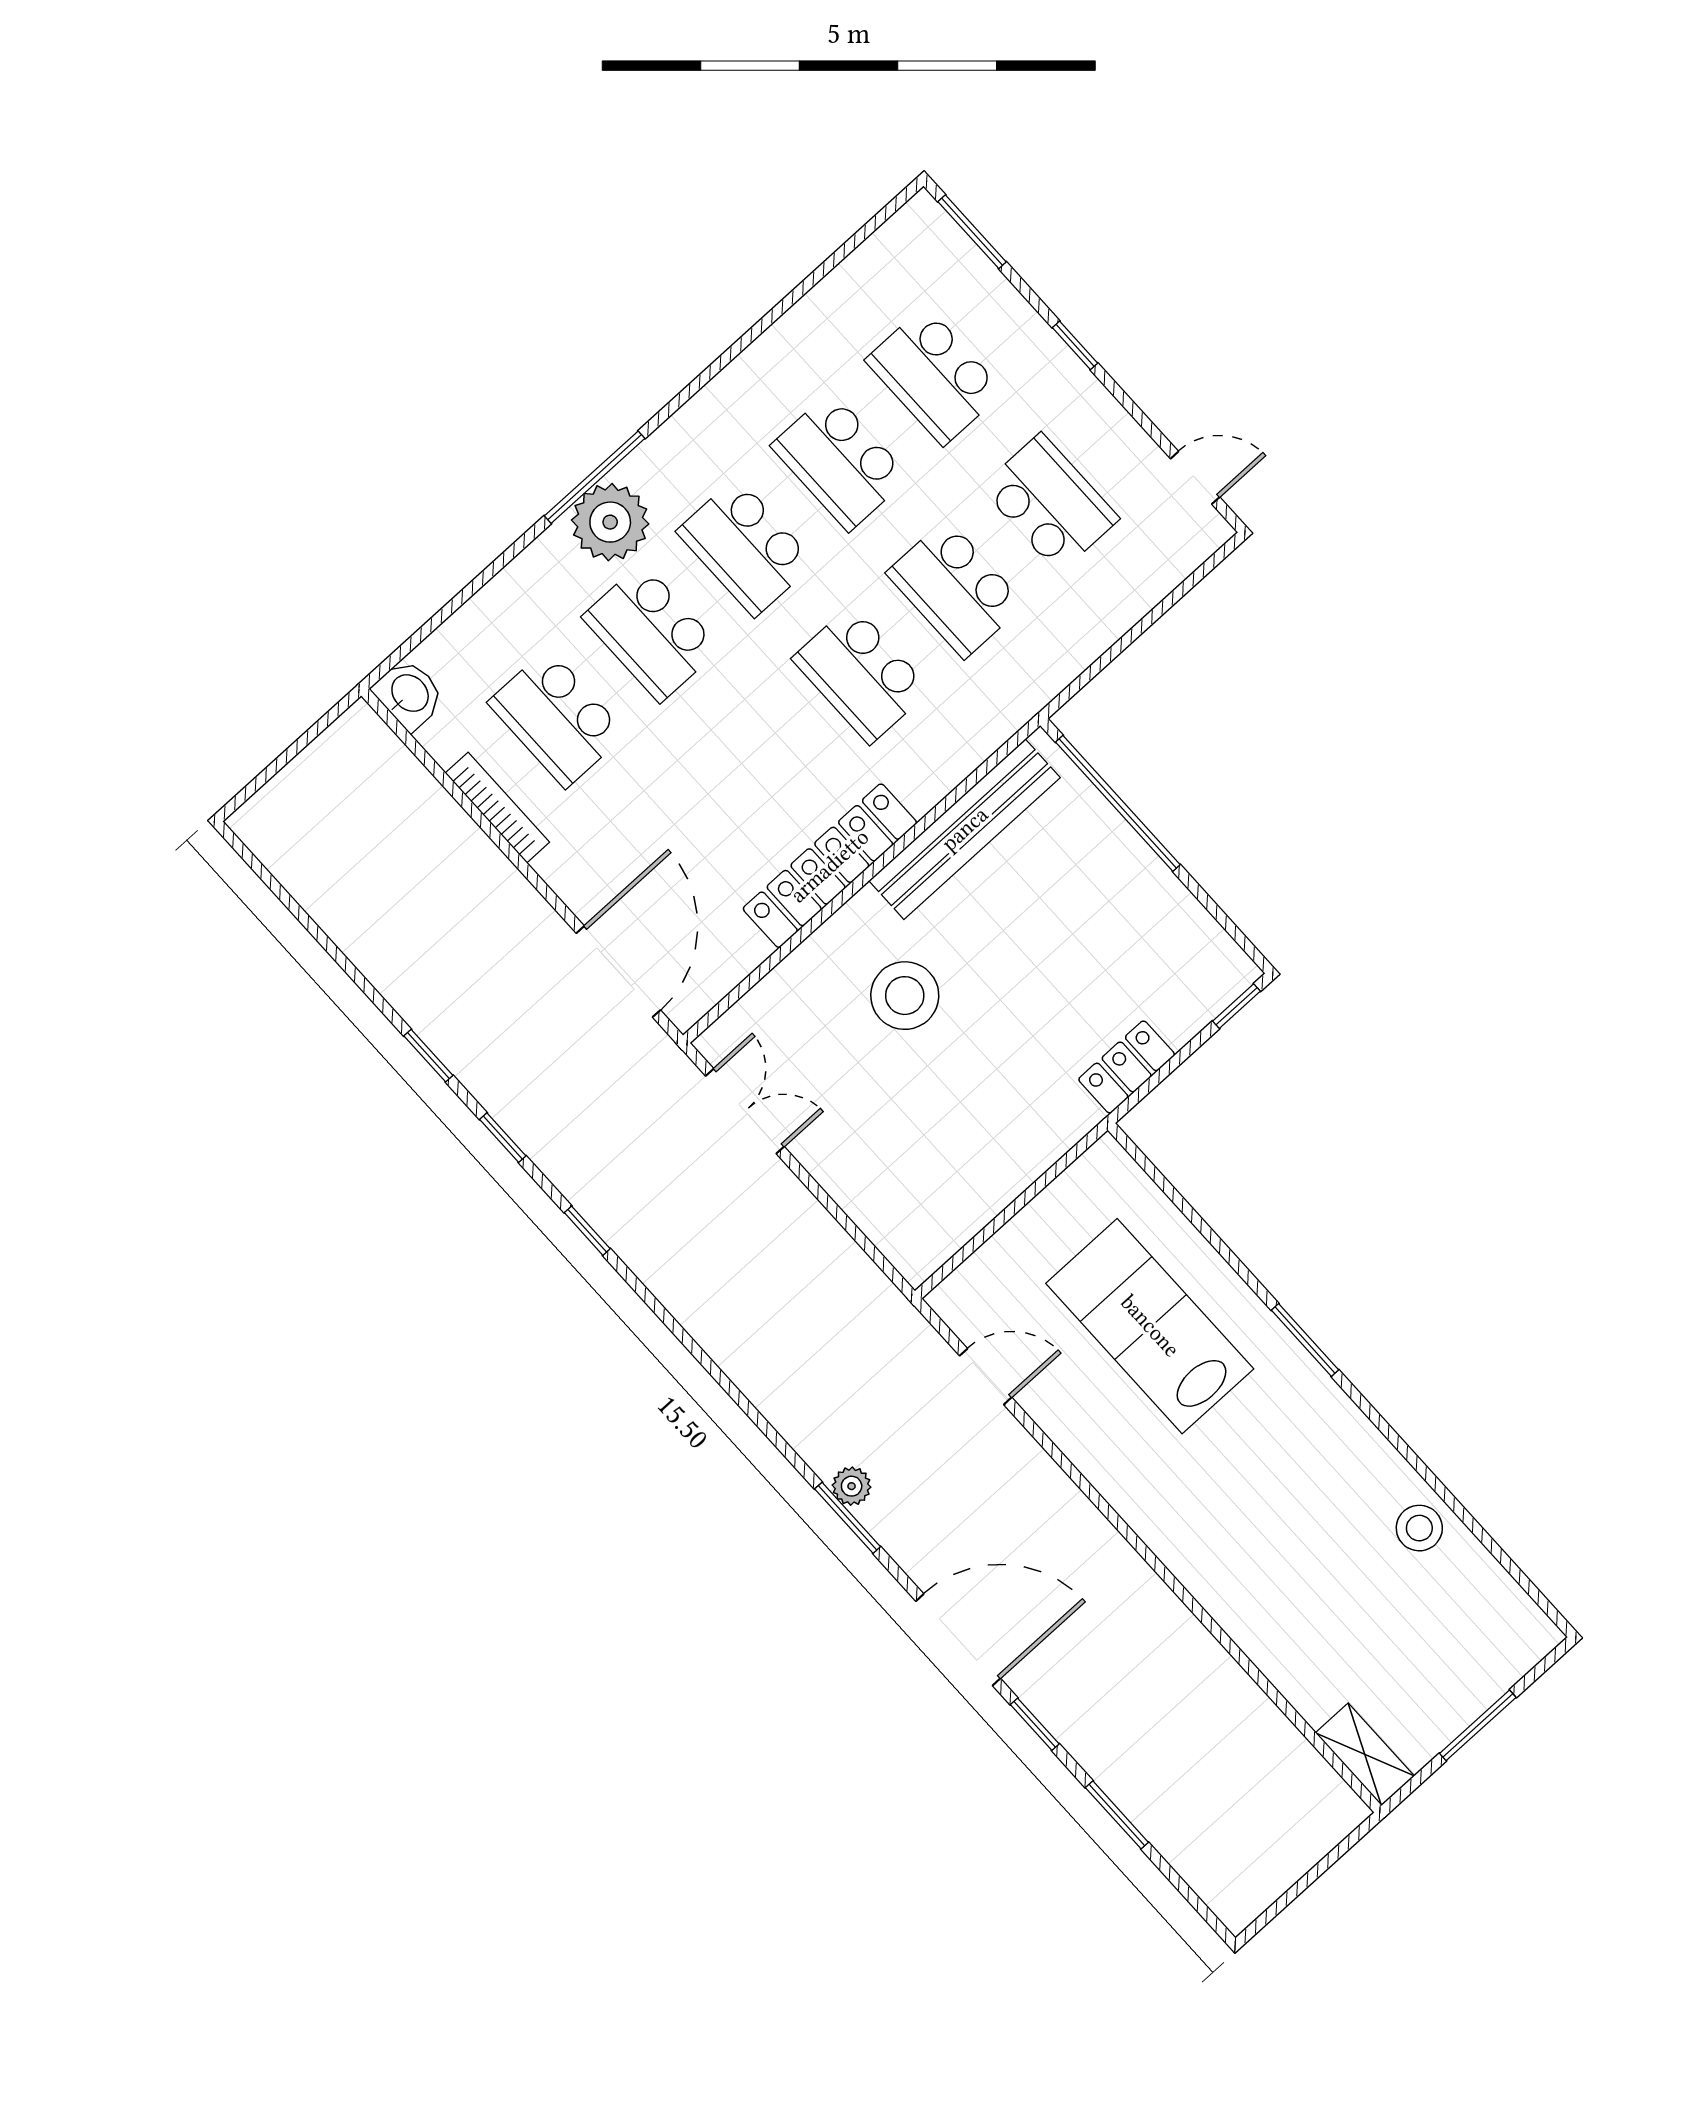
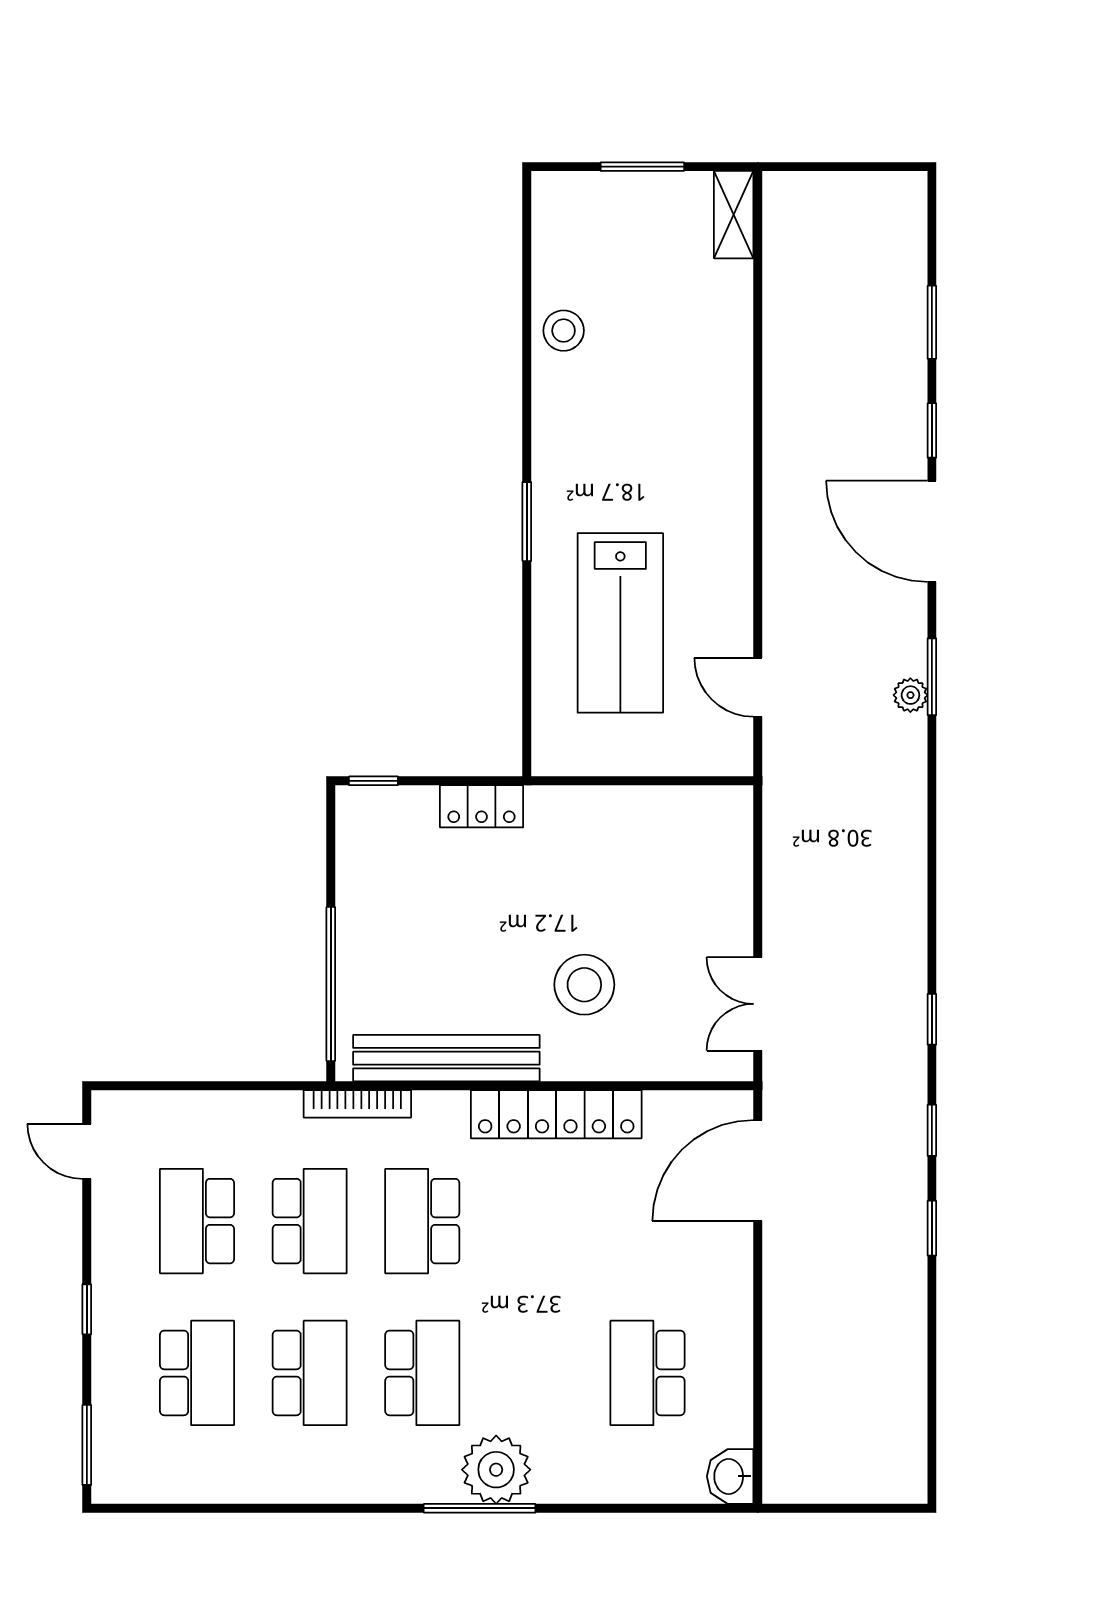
school desk: (651, 633) -> (535, 1373), removed
school desk: (861, 674) -> (422, 1221), turned 180
school desk: (557, 718) -> (647, 1373), turned 180
bookcase: (497, 808) -> (357, 1104), moved, turned -90

